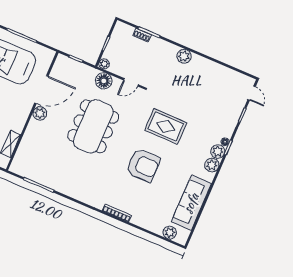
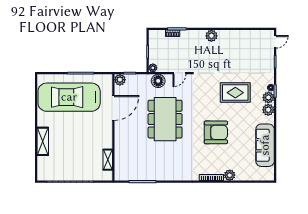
door: (252, 93) -> (275, 42), hinge flipped
plant: (40, 113) -> (120, 80), moved
rug: (166, 126) -> (235, 93), moved
plant: (170, 233) -> (230, 175), moved

